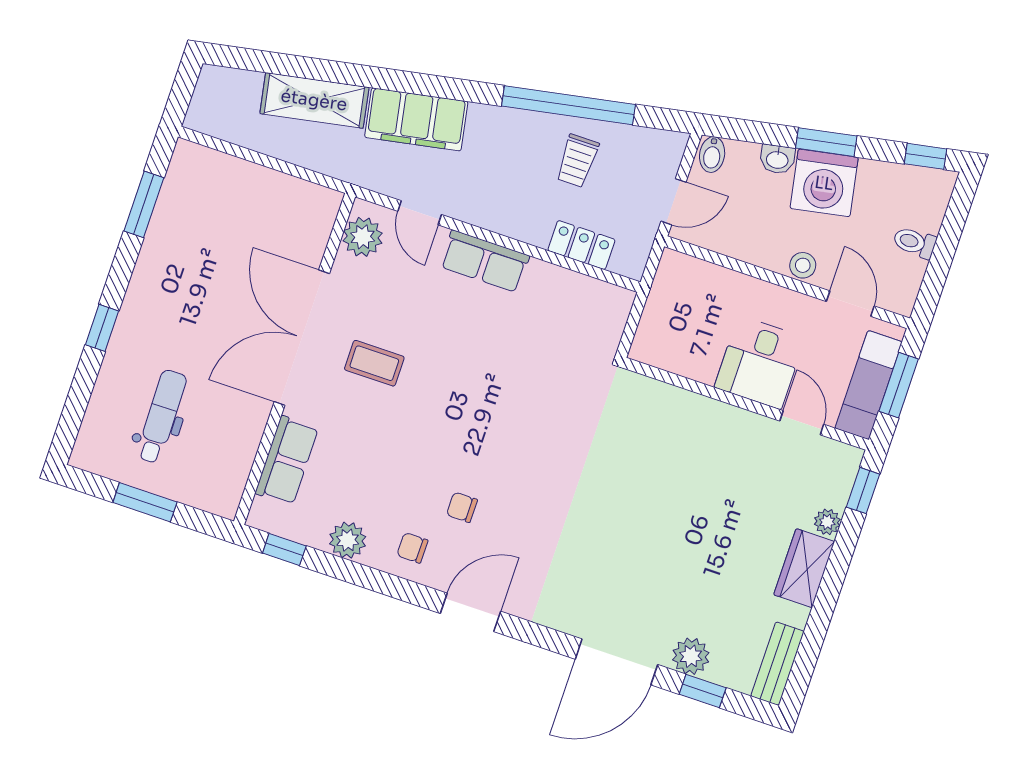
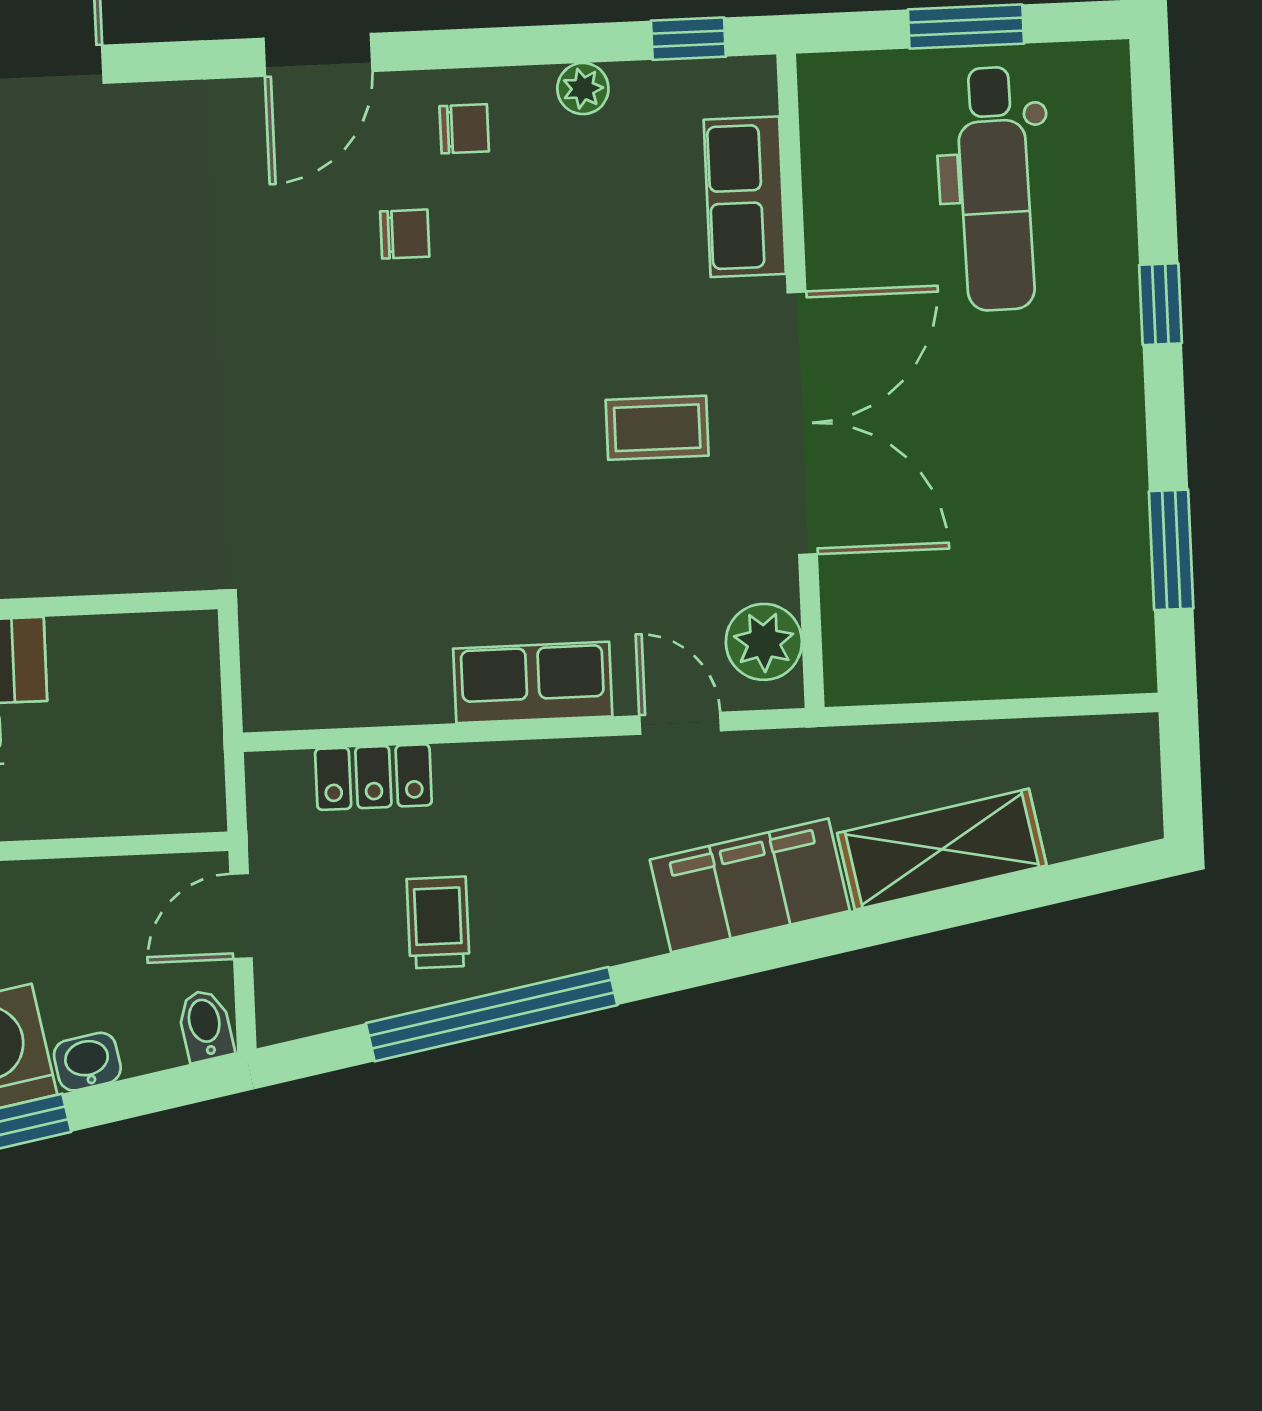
dental chair: (162, 417) -> (995, 189), width x1.36, depth x1.38
plant: (348, 540) -> (583, 89), width x0.73, depth x0.73

